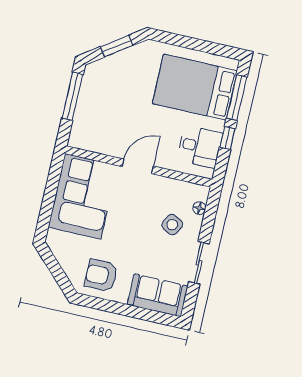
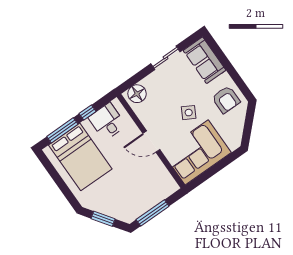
floor lamp: (199, 208) -> (137, 94), width x1.89, depth x1.89
side table: (172, 225) -> (189, 113), moved

